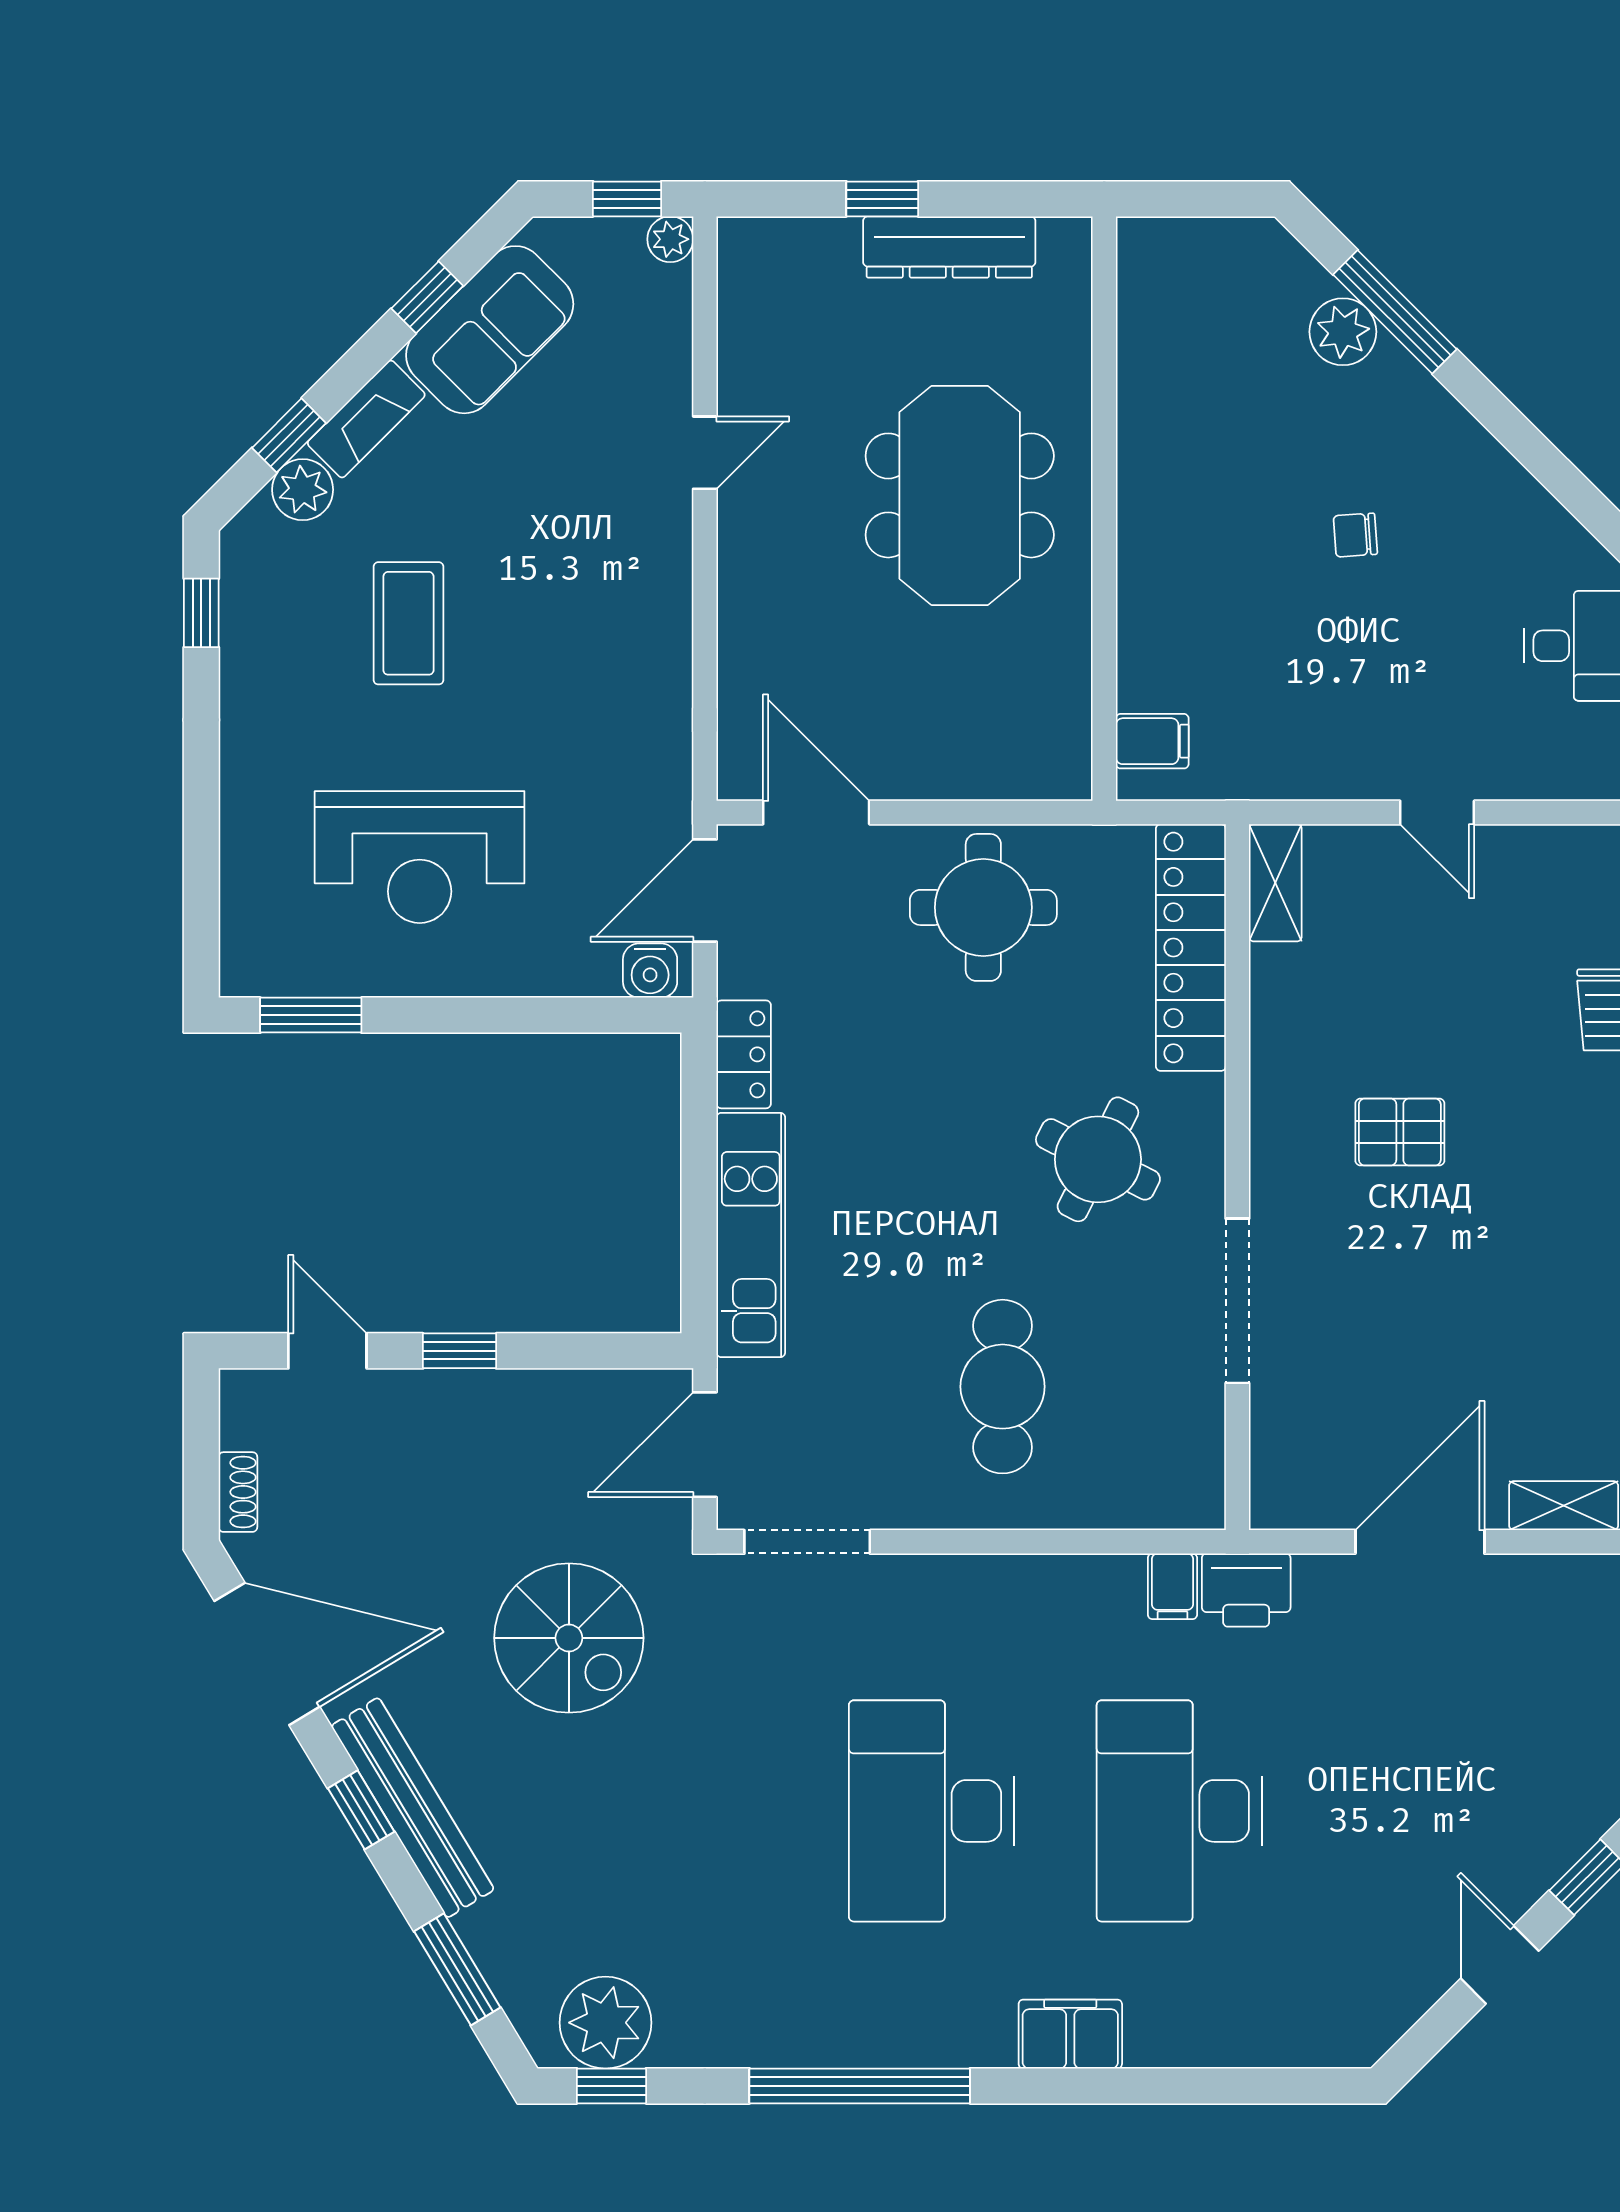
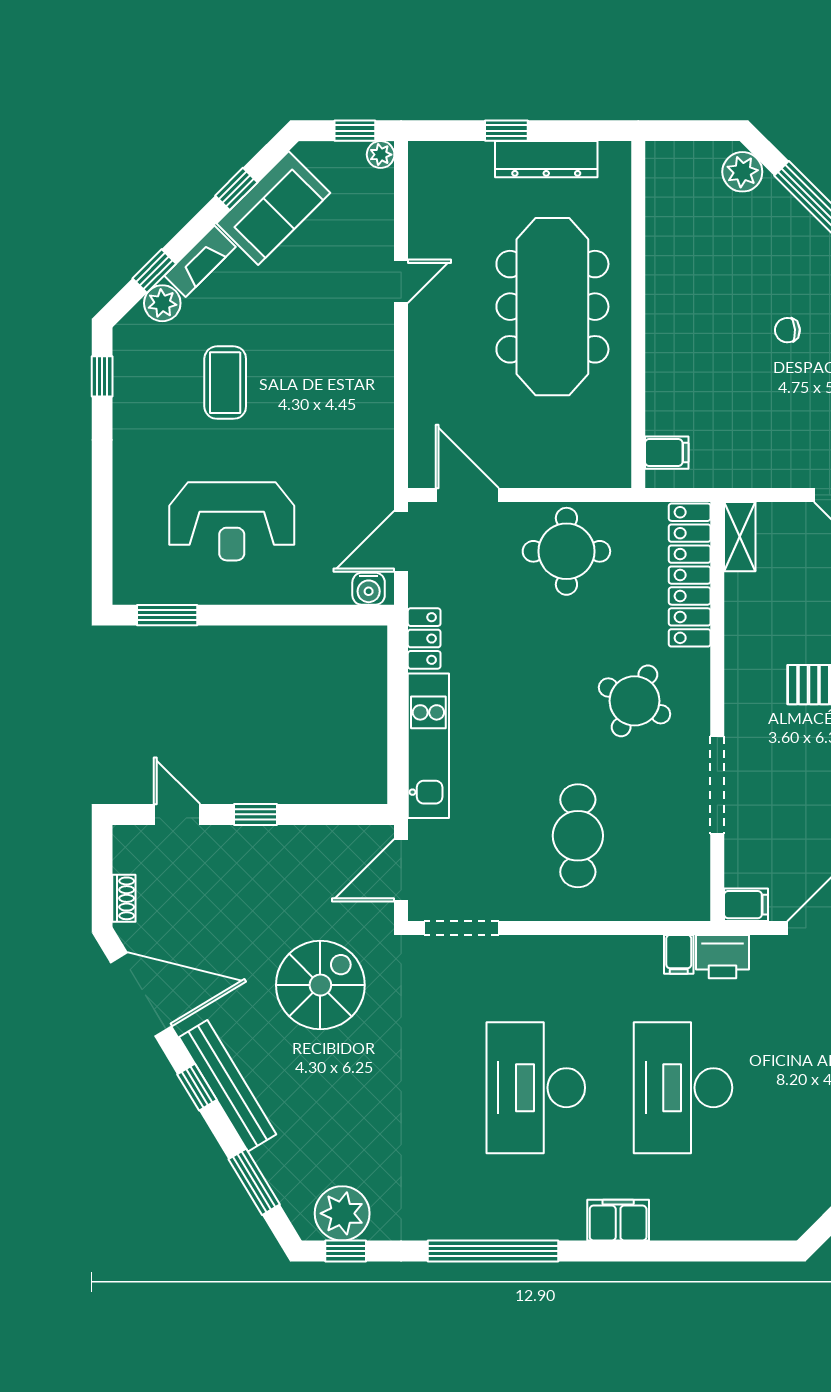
plant: (1343, 332) -> (742, 172), moved
meeting table: (960, 495) -> (552, 307), width x1.36
filing cabinet: (1286, 1503) -> (746, 905), added
spiral stairs: (569, 1638) -> (320, 985), turned -90

